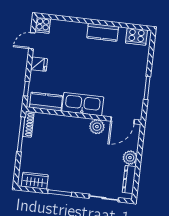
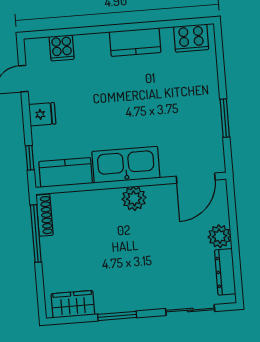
cooker: (43, 25) -> (62, 48), moved
plant: (97, 127) -> (134, 198), moved

